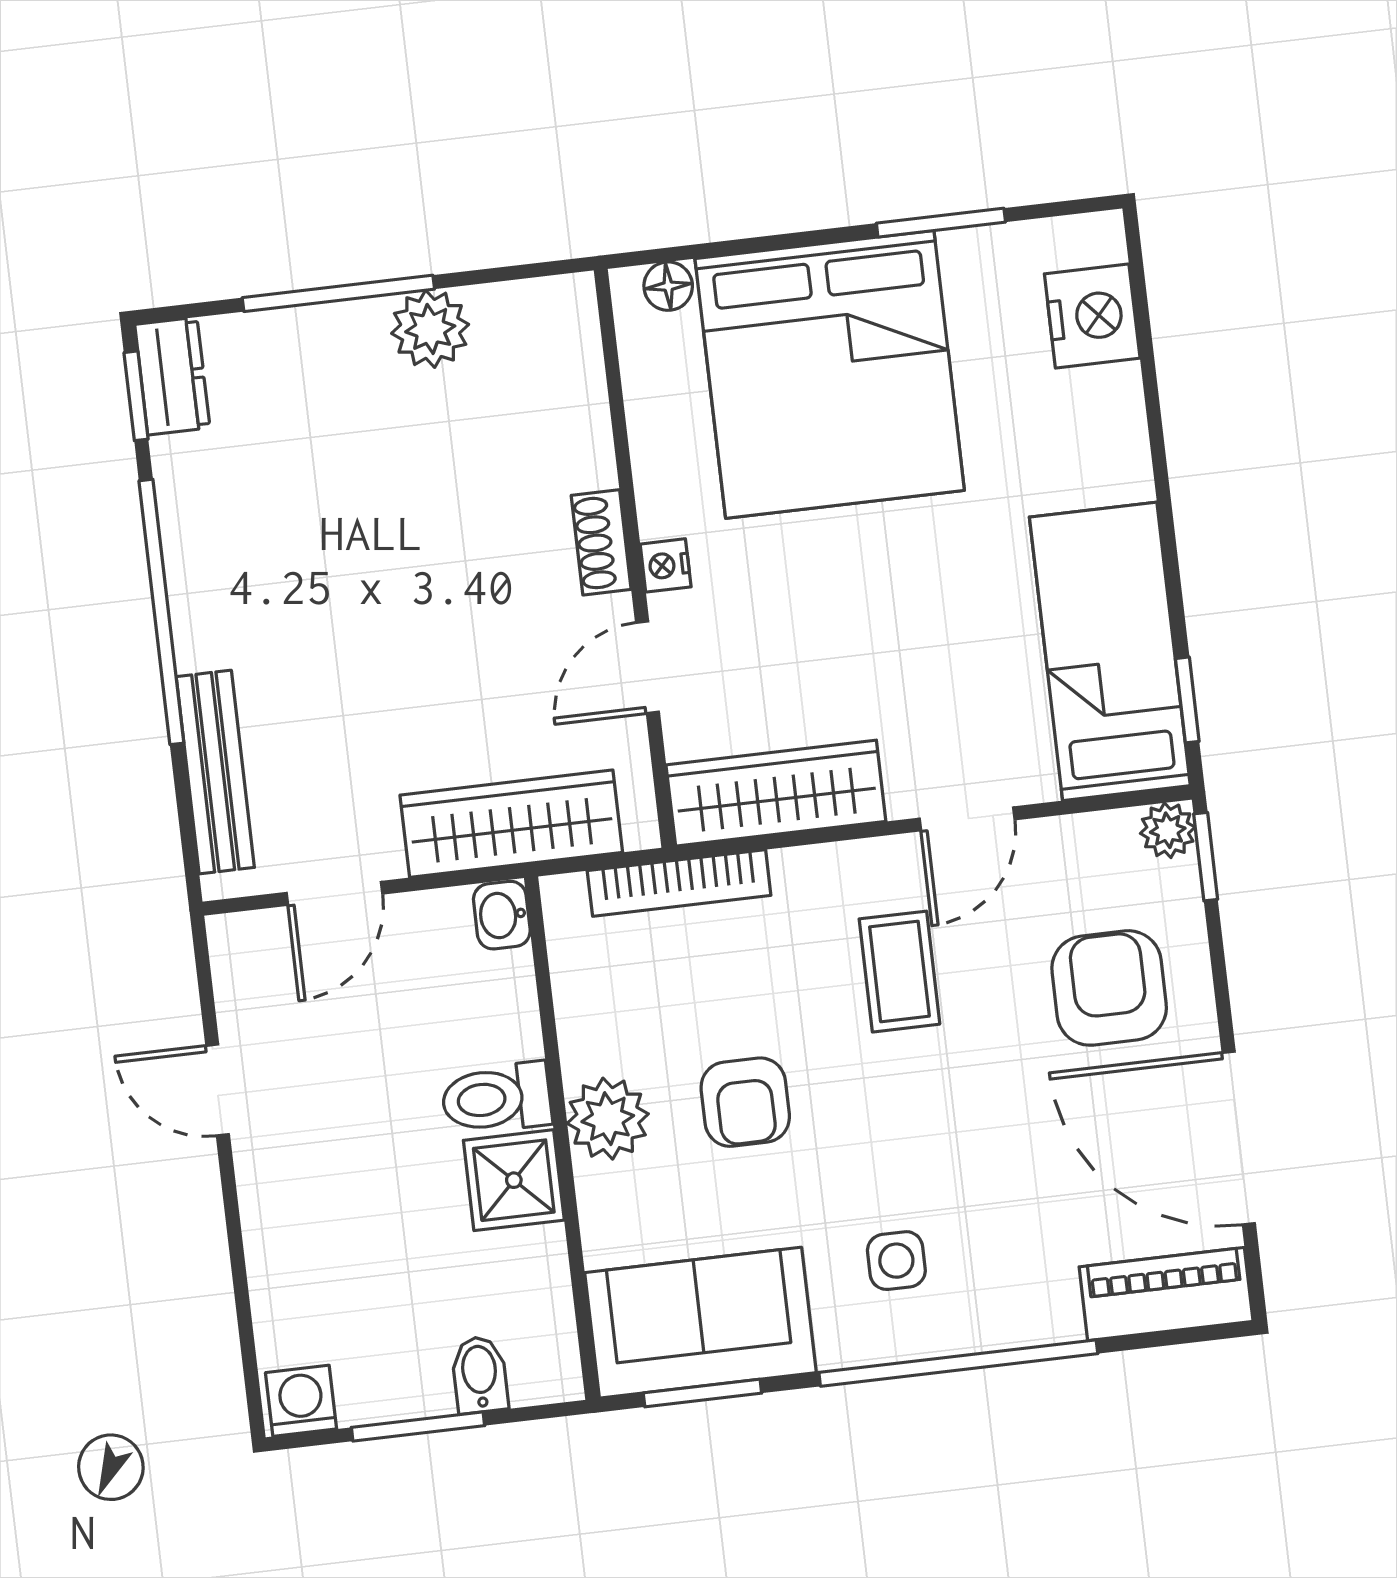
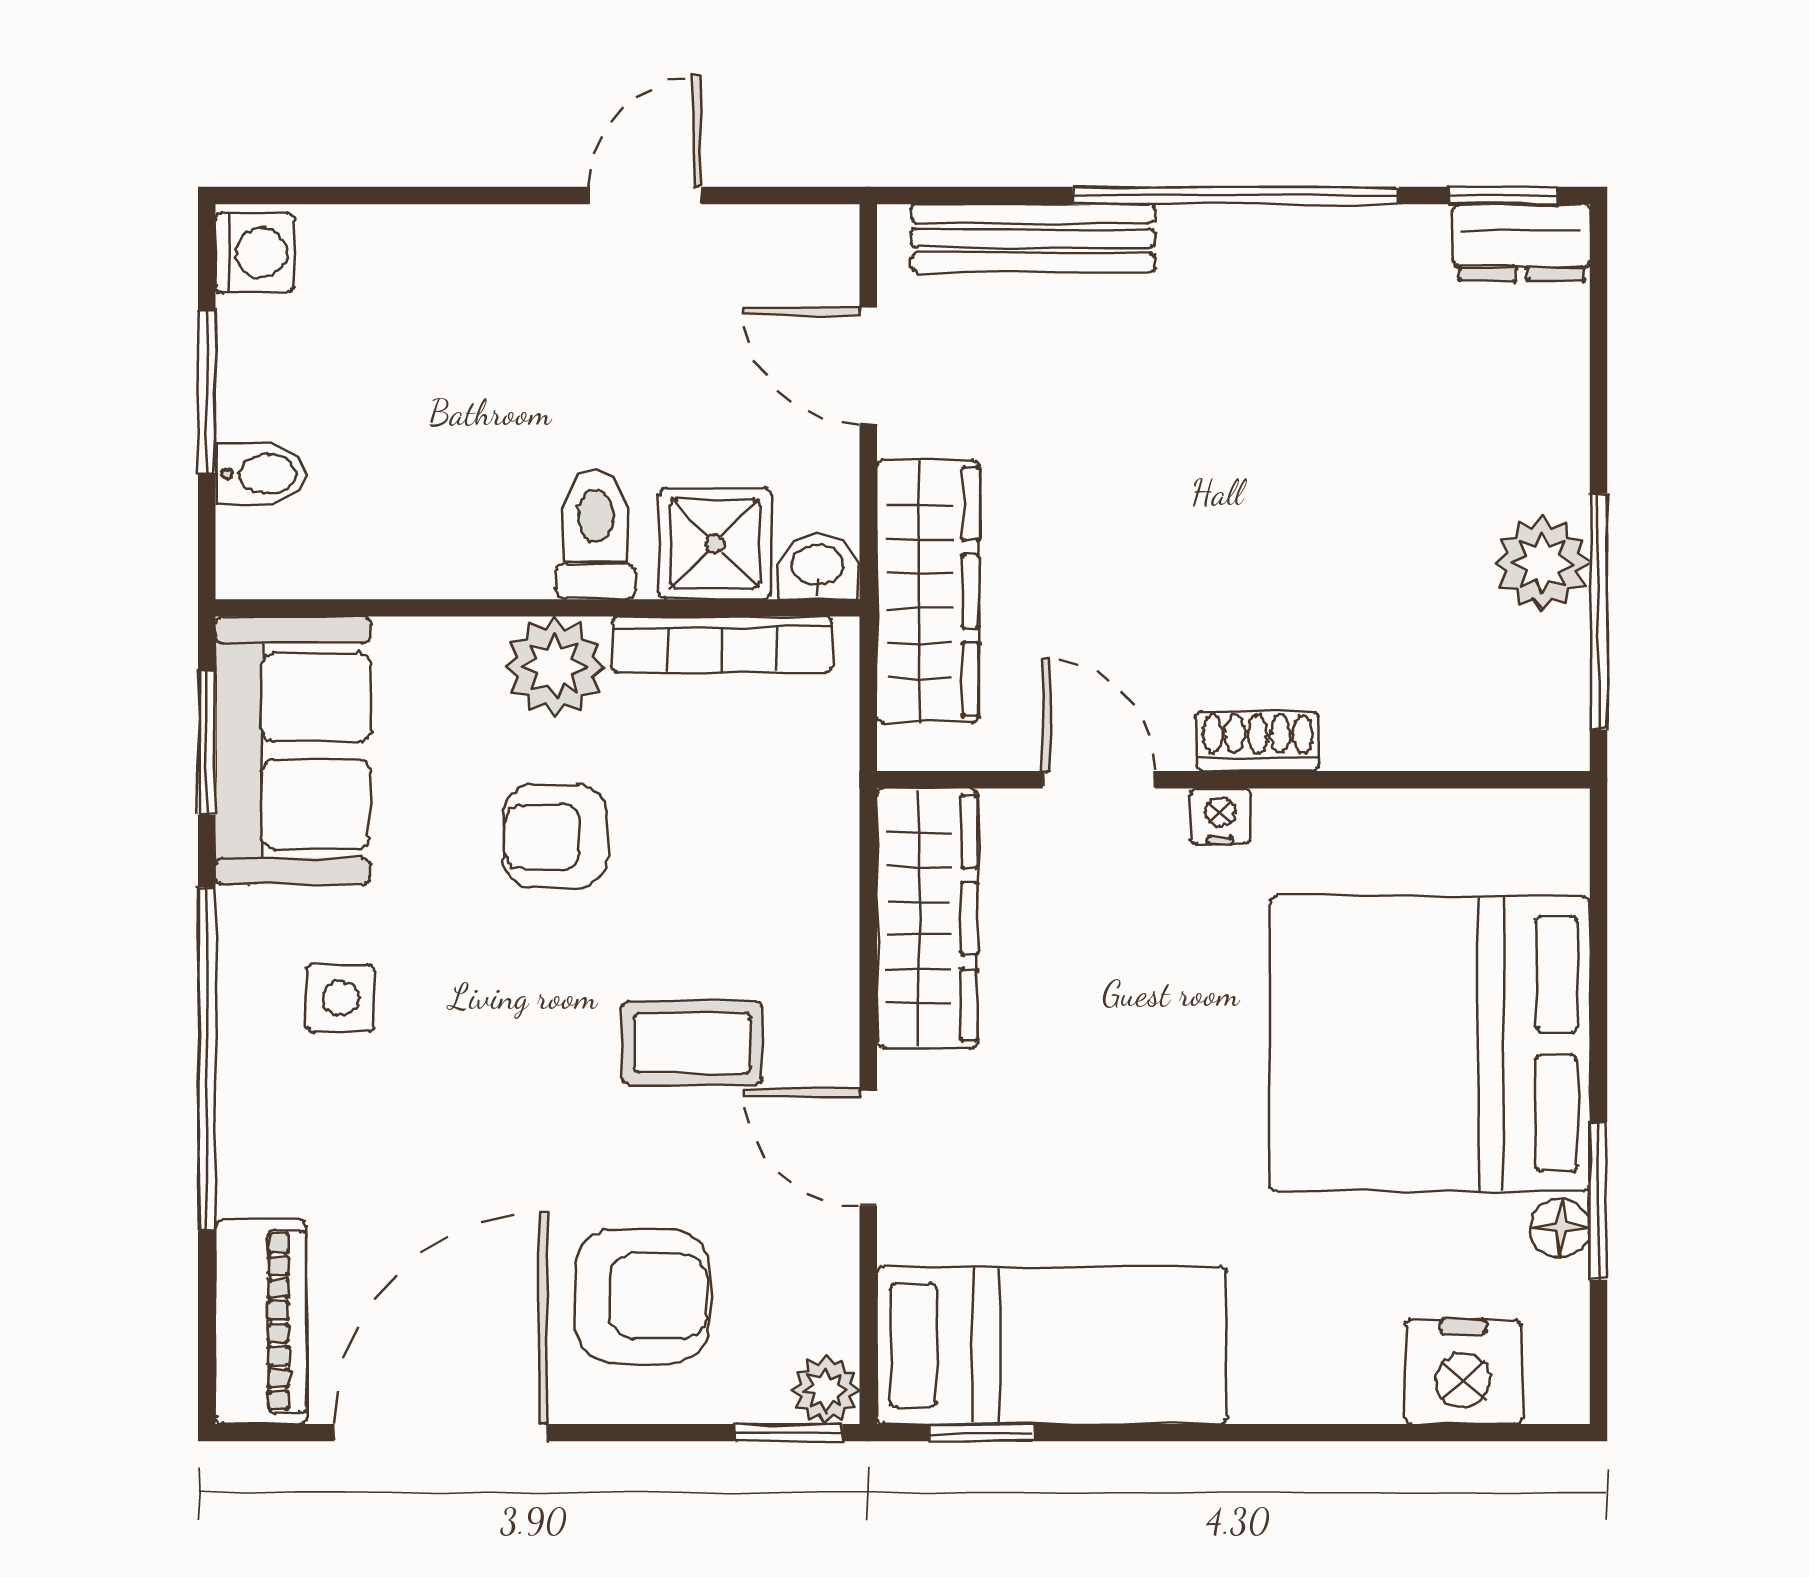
floor lamp: (668, 286) -> (1560, 1228), moved
window: (338, 293) -> (1599, 612), moved
bookcase: (679, 883) -> (722, 645), moved, turned -90
shower: (514, 1180) -> (715, 543), moved

